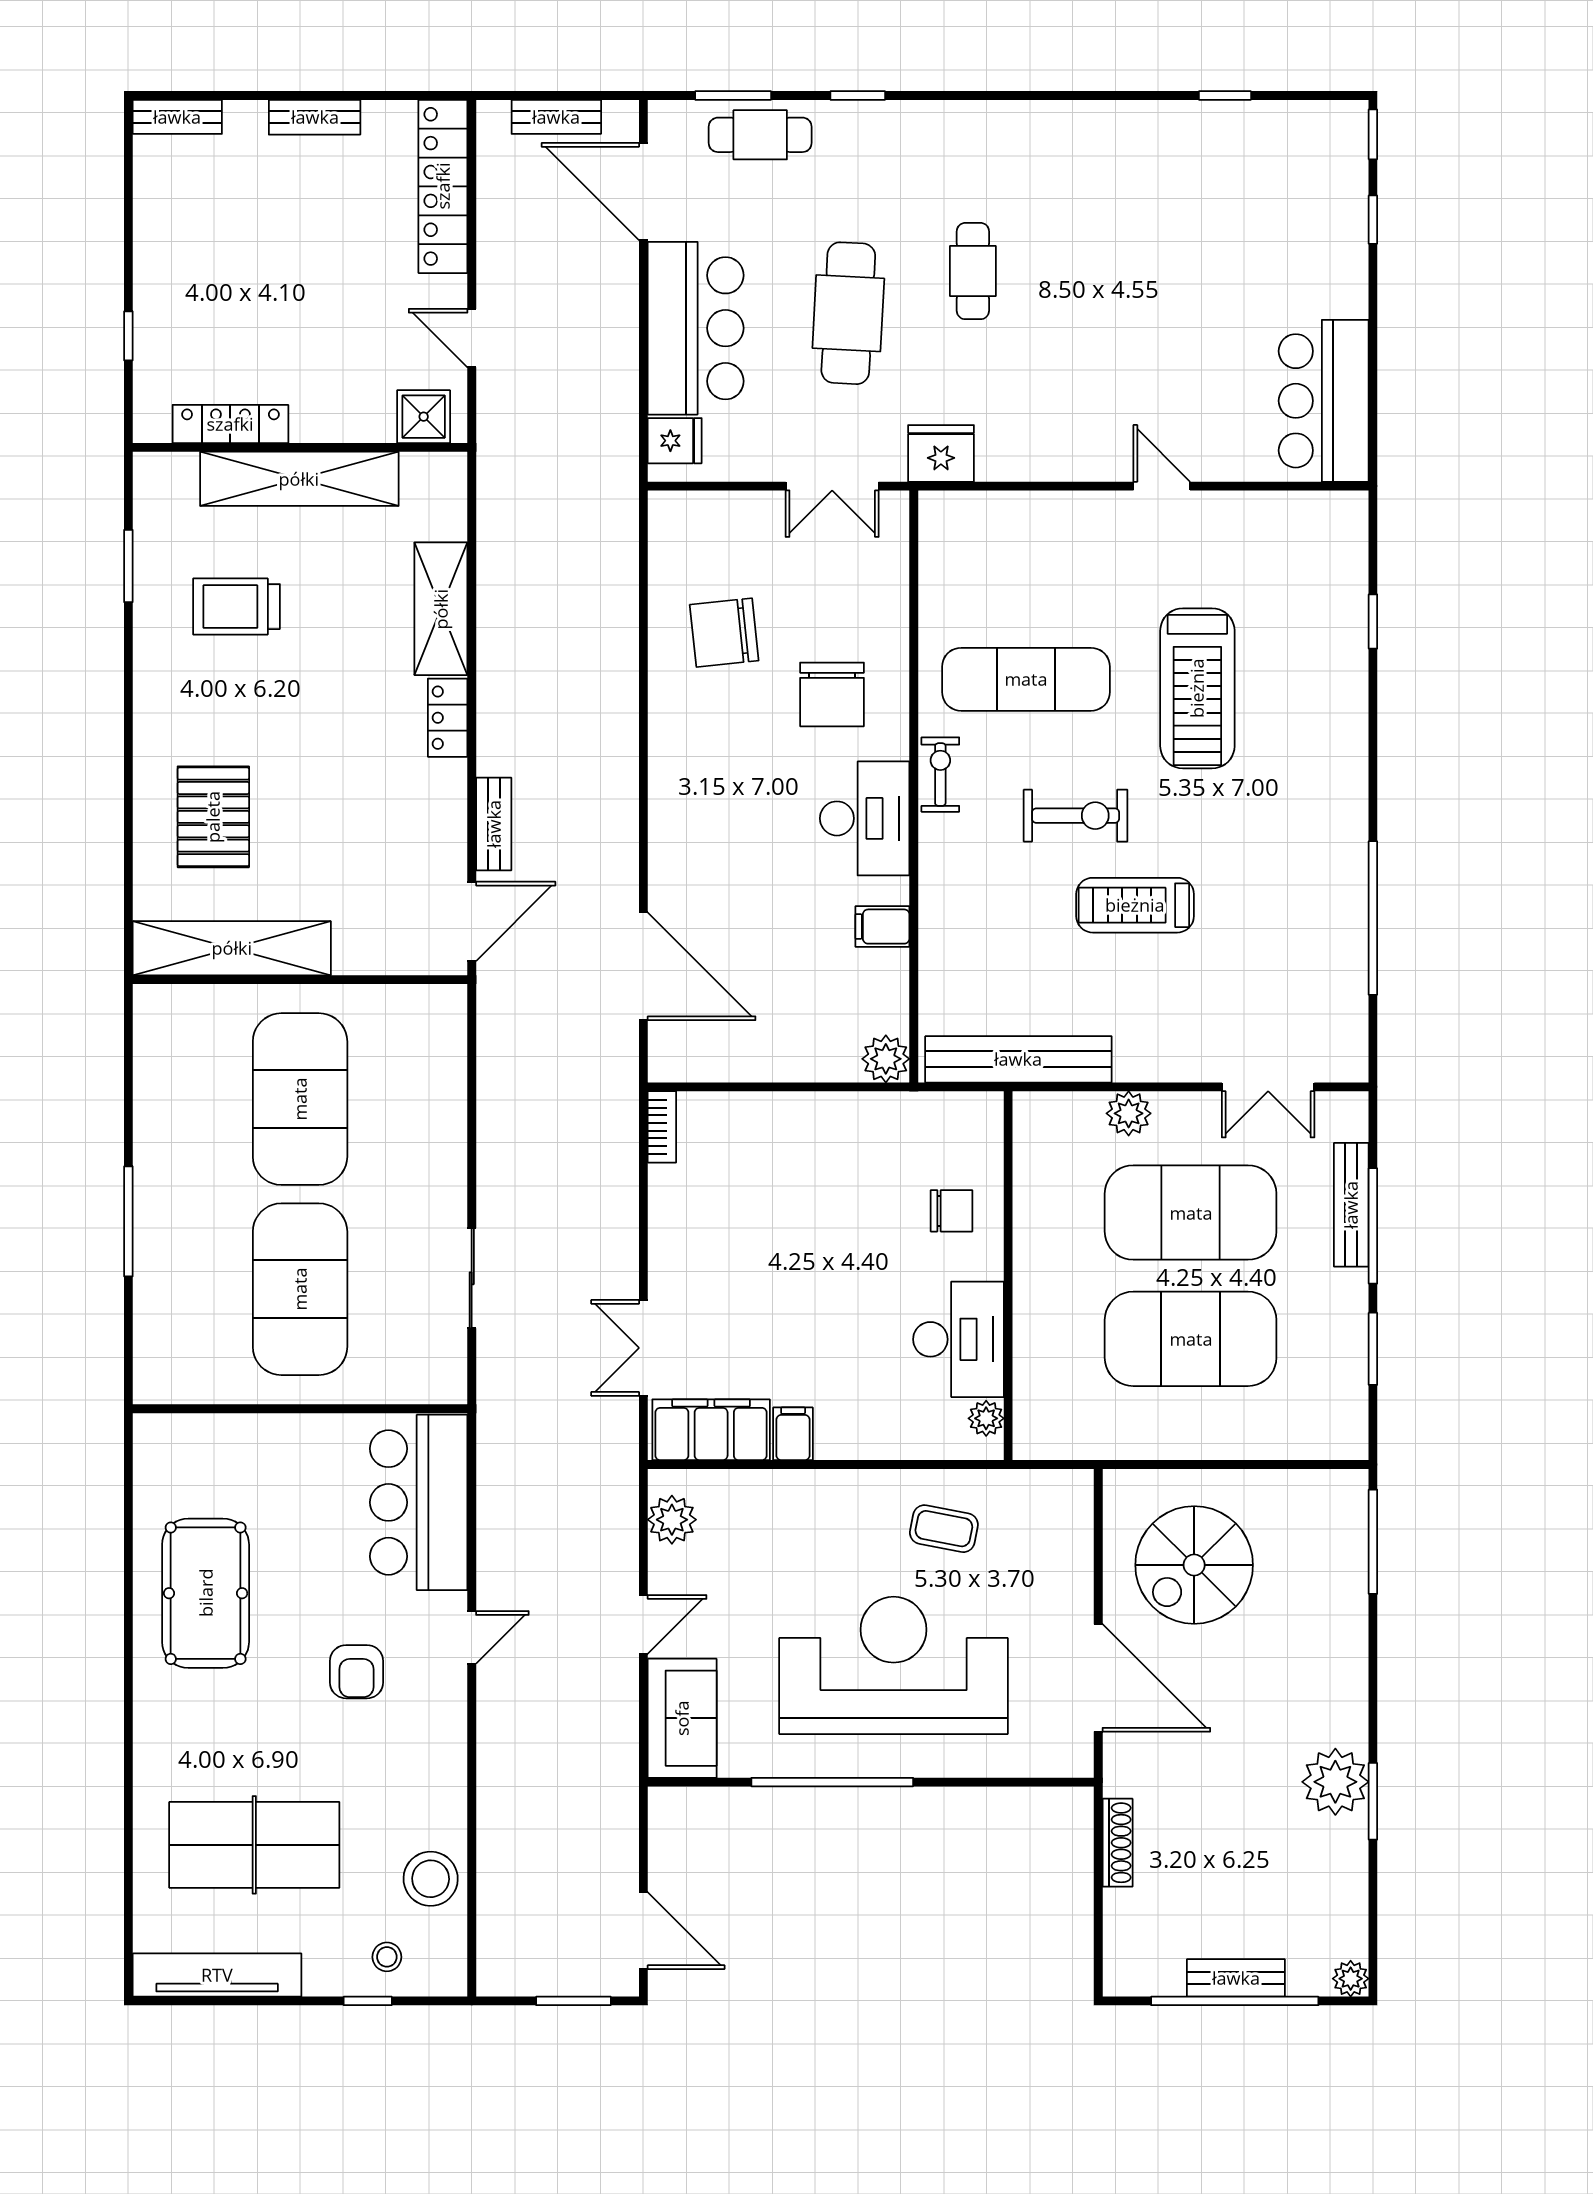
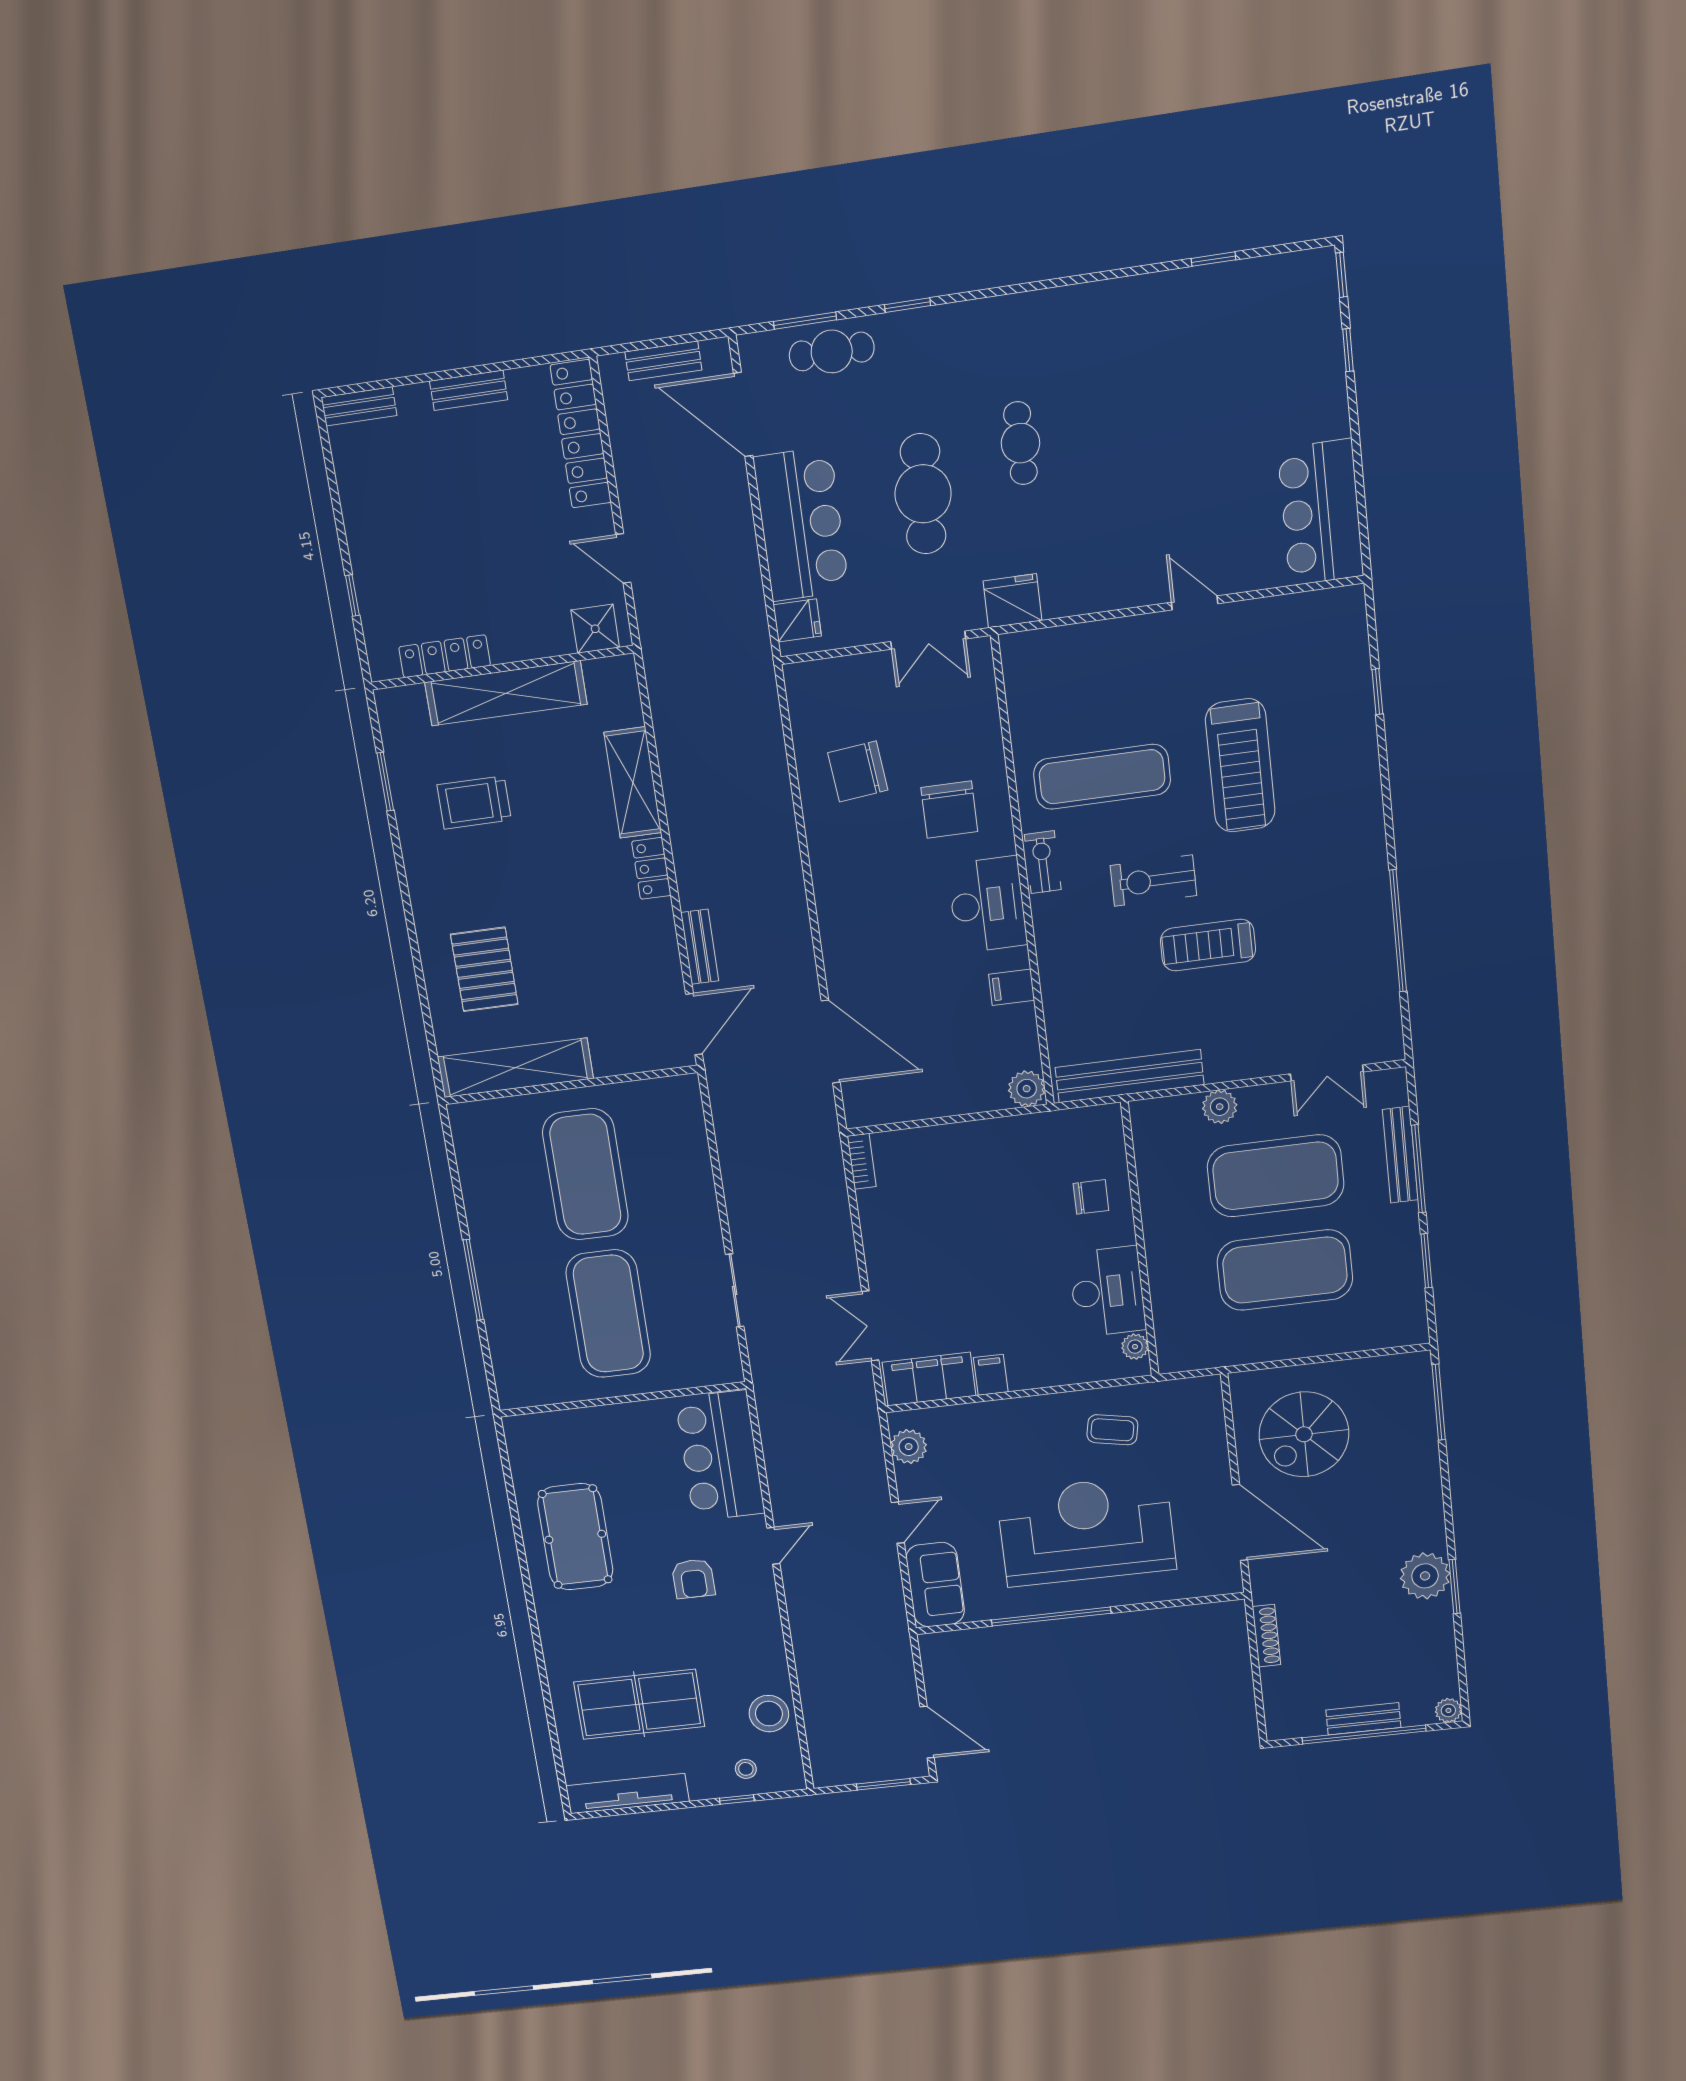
exercise bike: (1076, 816) -> (1153, 881), turned 180

